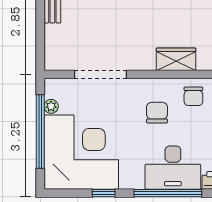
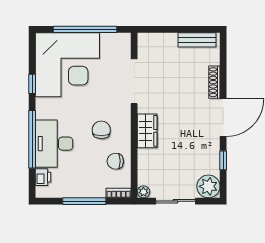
wardrobe: (176, 59) -> (147, 131), moved
plant: (51, 106) -> (107, 39), removed
chair: (157, 113) -> (101, 130), turned -90

